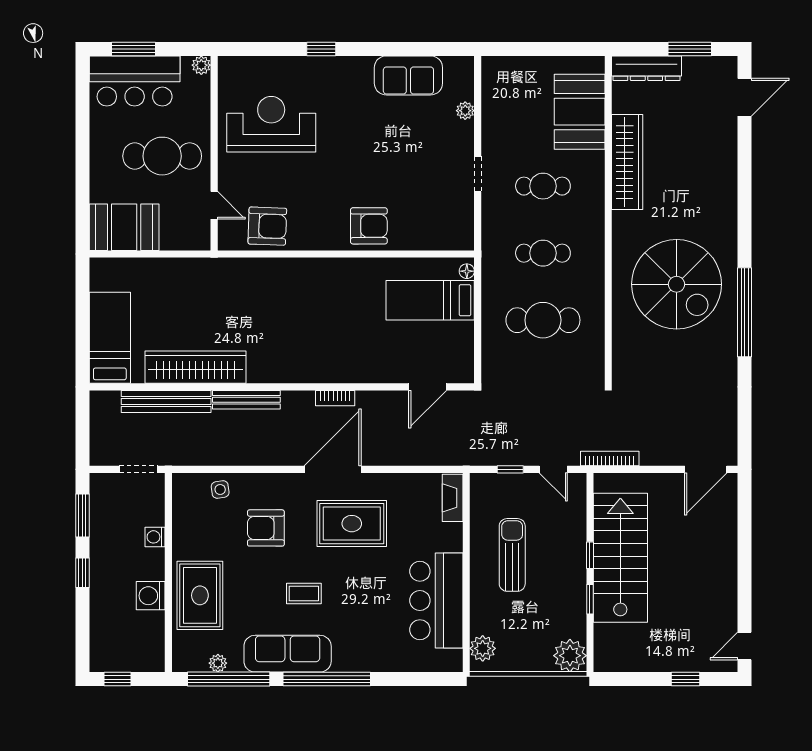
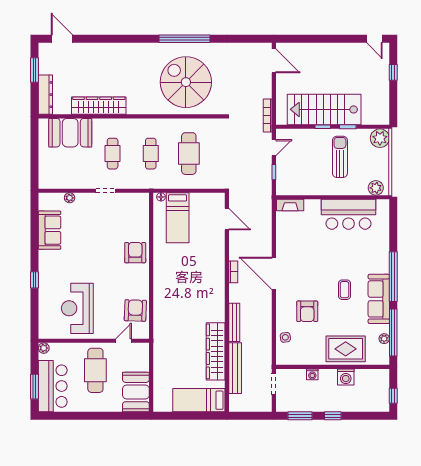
spiral stairs: (677, 284) -> (186, 82), moved, turned -90
rug: (352, 524) -> (305, 262), removed
sun lounger: (512, 555) -> (340, 157), moved, turned 90

